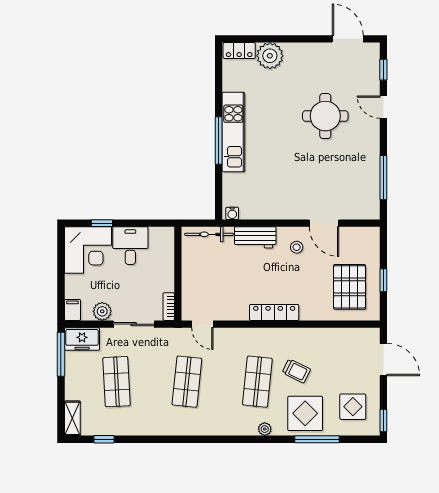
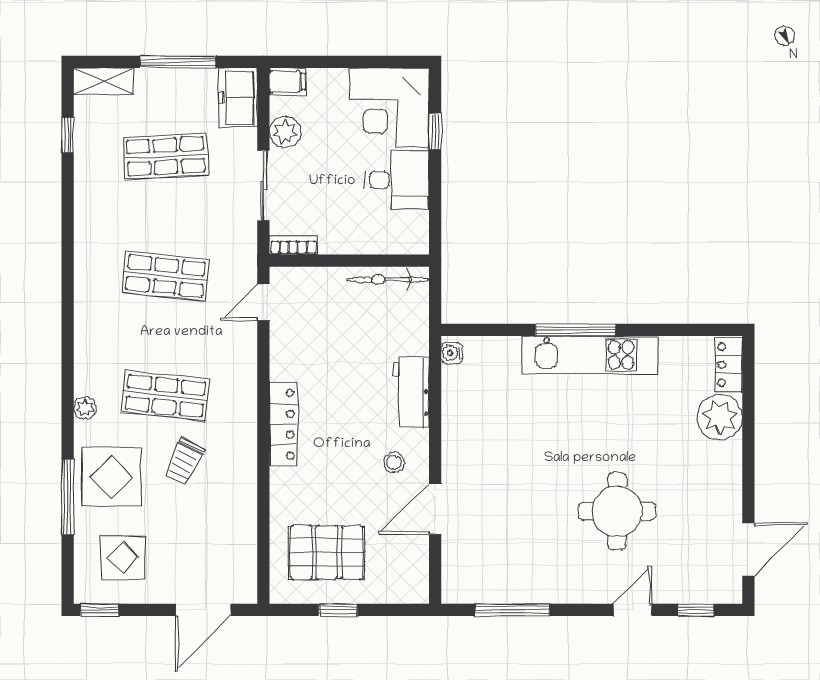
bicycle: (209, 234) -> (388, 280), moved, turned -90
window: (61, 354) -> (178, 62), moved

